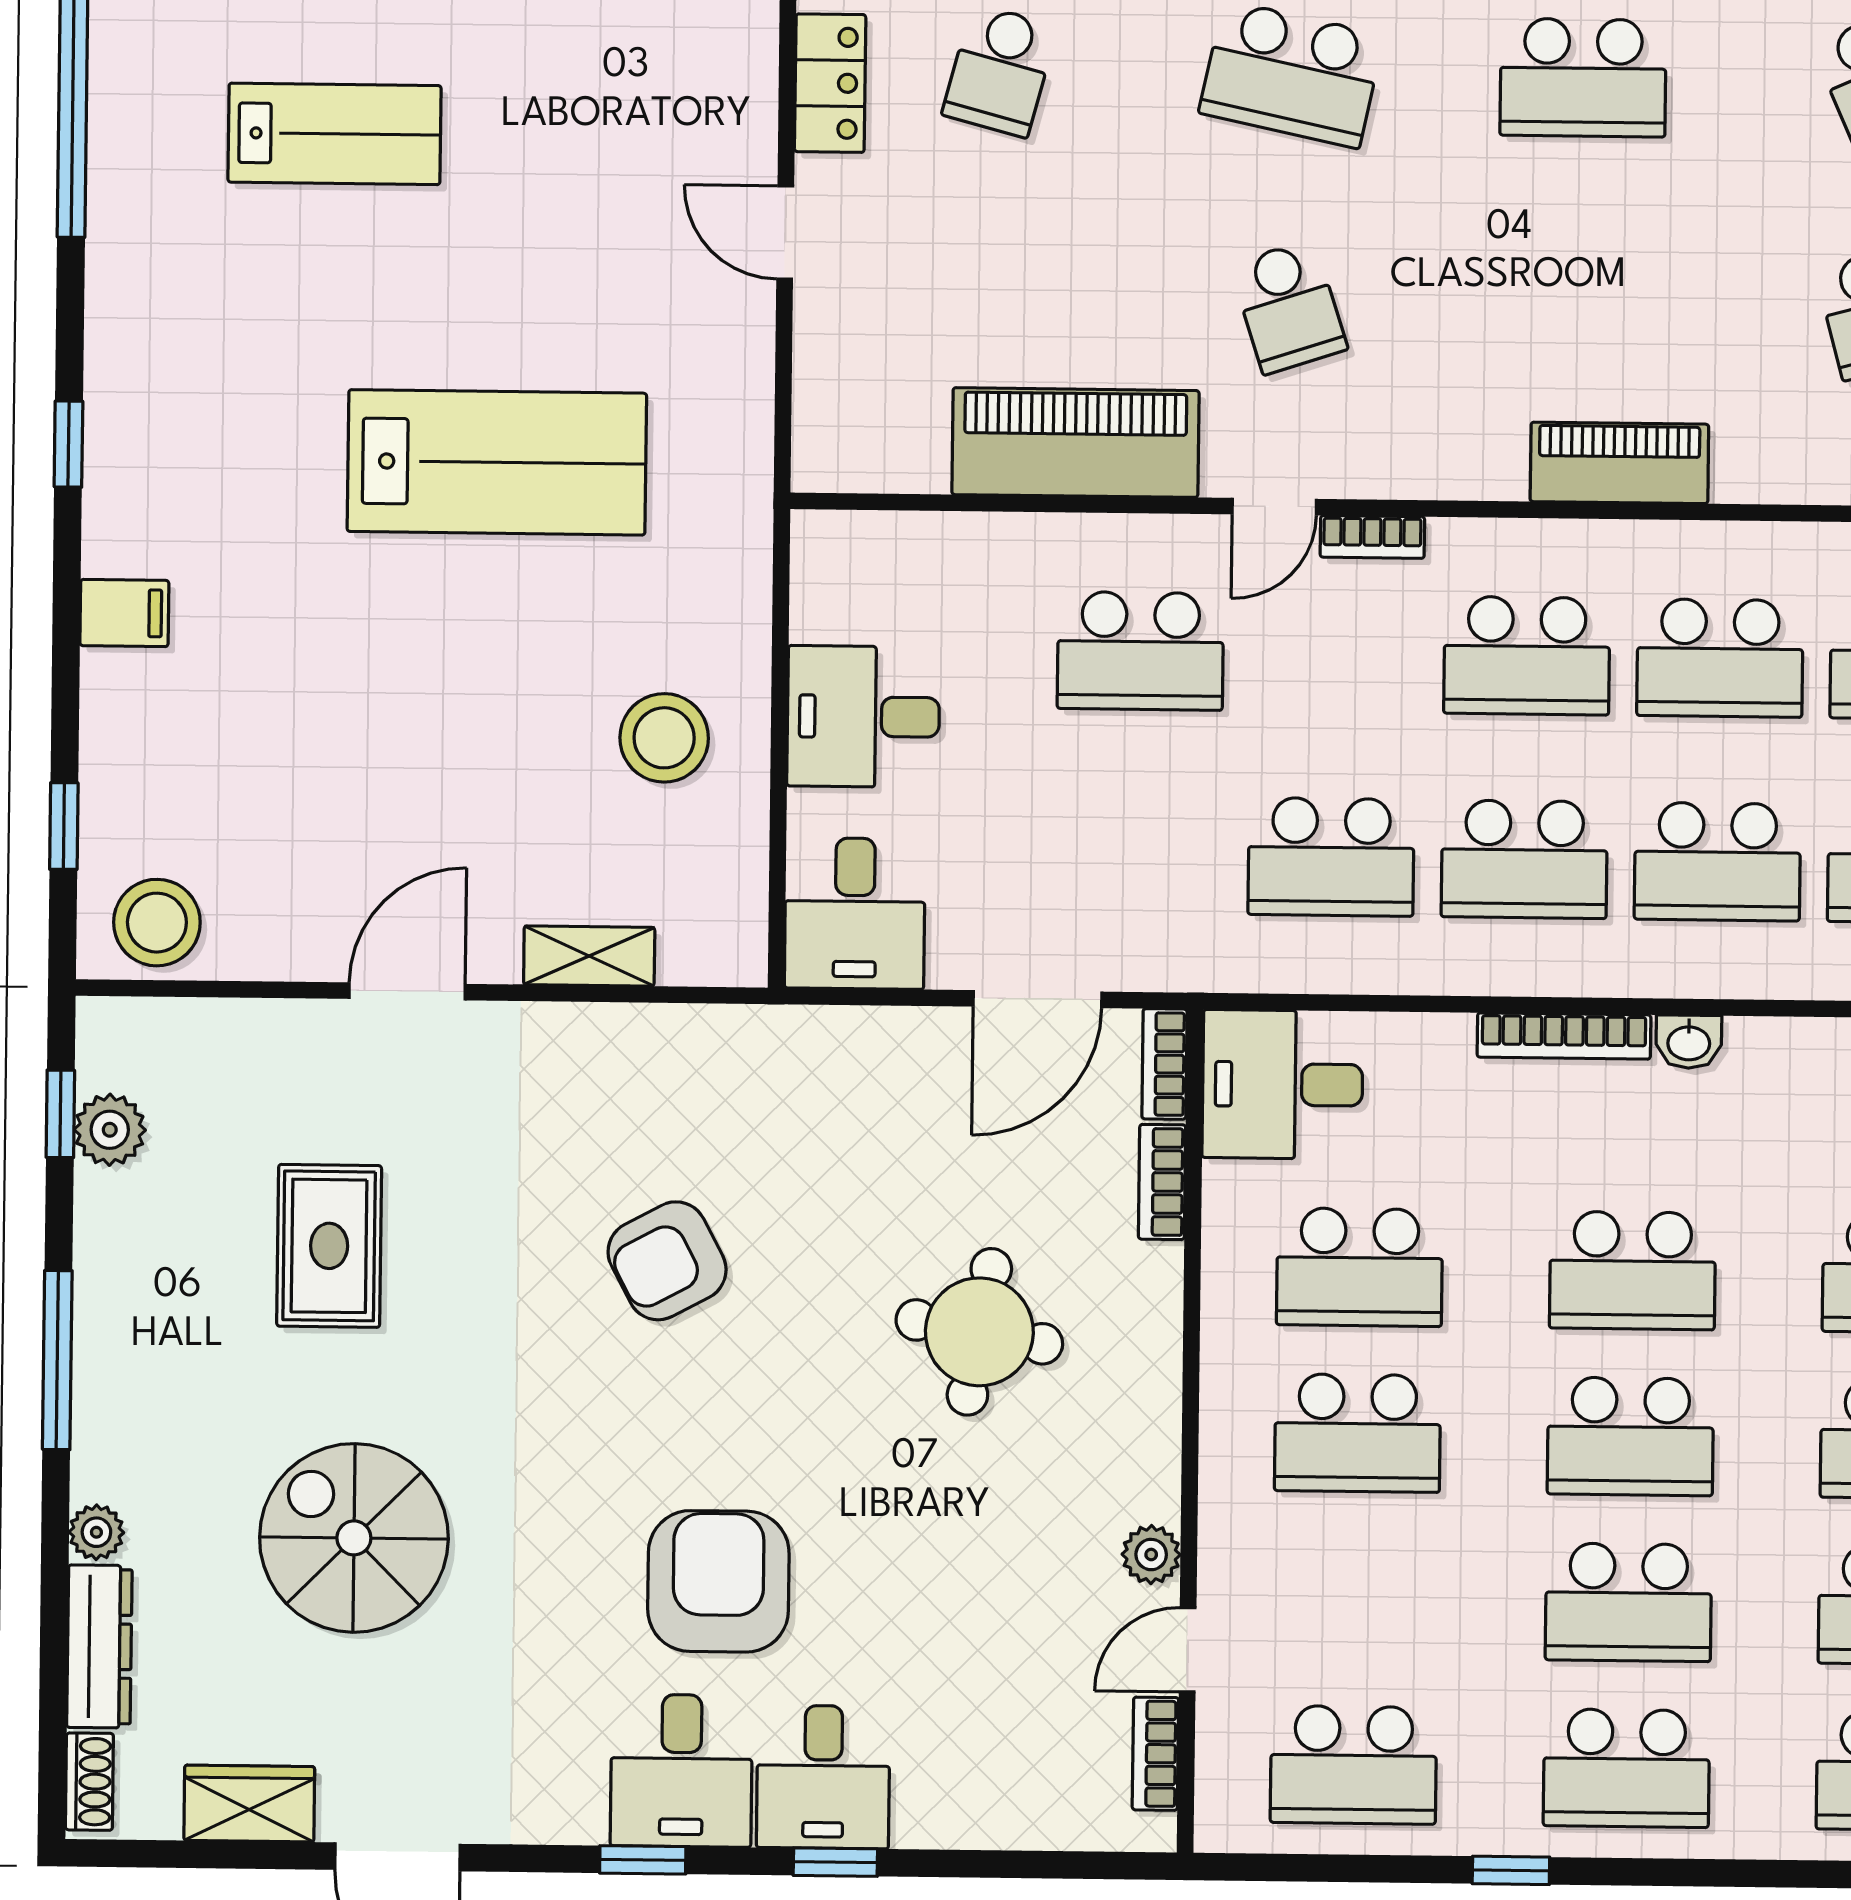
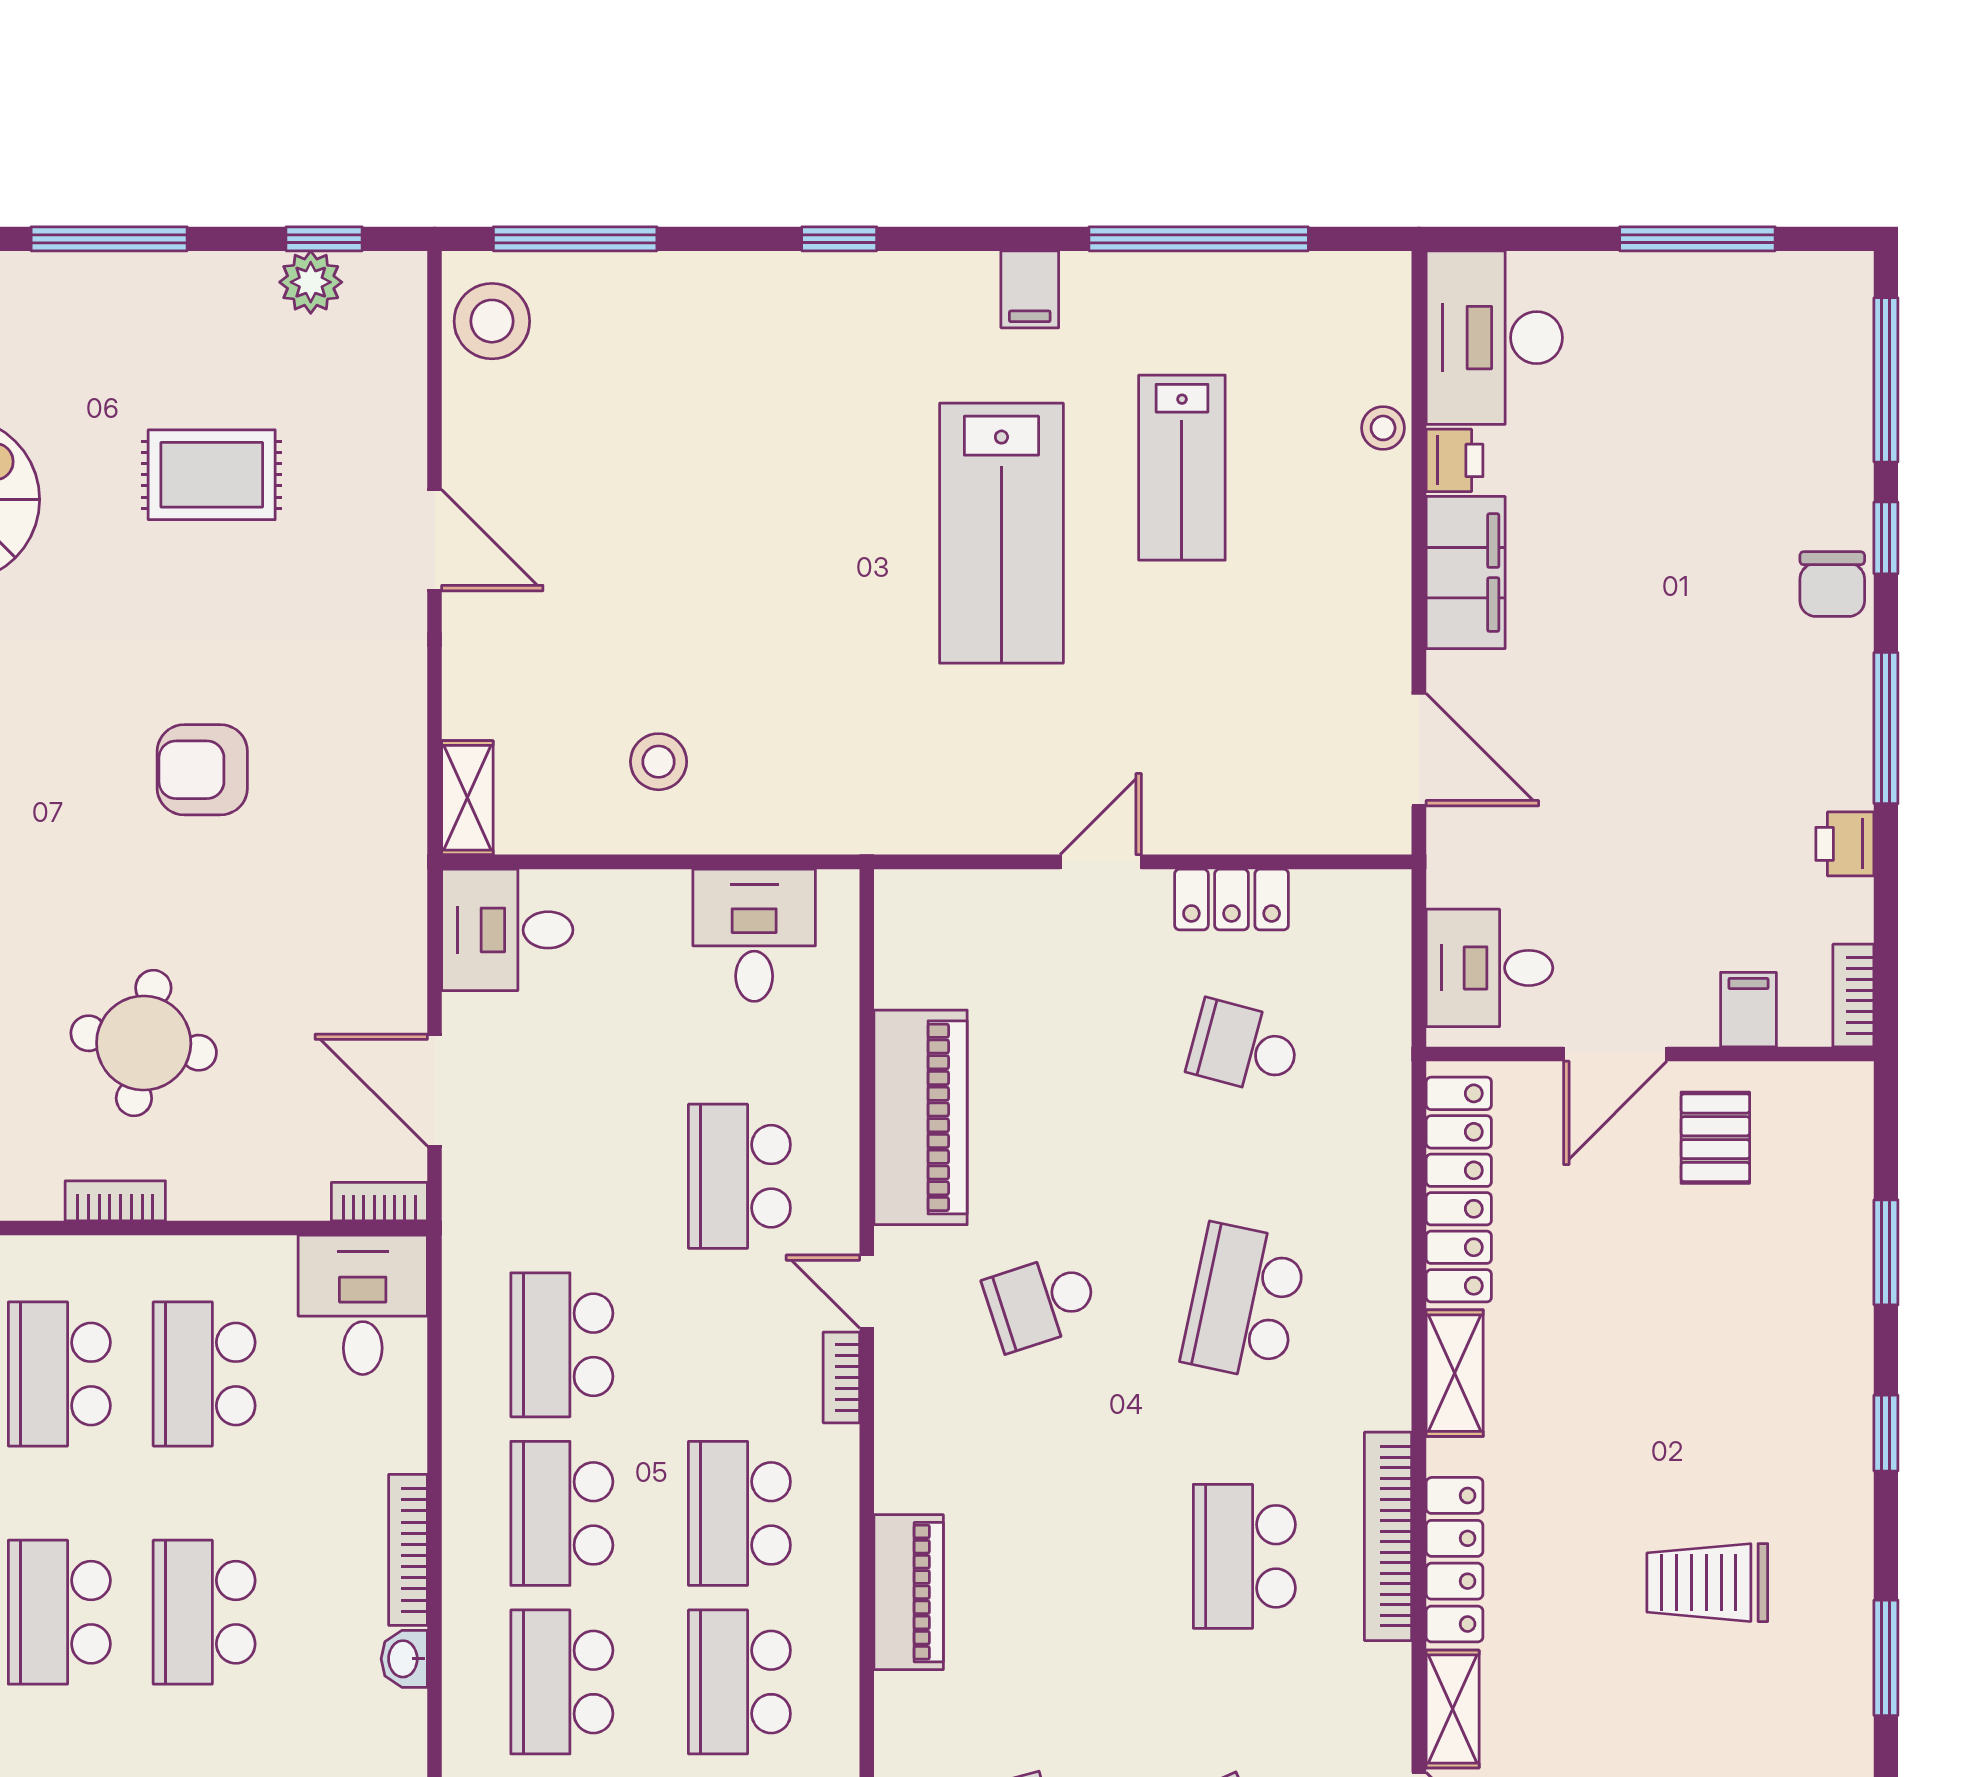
window: (68, 444) -> (839, 239), moved
lab bench: (497, 462) -> (1001, 533), moved
filing cabinet: (124, 613) -> (1030, 289), moved
desk: (863, 717) -> (754, 935), moved
stool: (664, 738) -> (659, 762), width x0.73, depth x0.73
window: (64, 826) -> (575, 239), width x2.17
shelving: (589, 956) -> (467, 798), moved
bookcase: (1162, 1182) -> (115, 1201), moved
armchair: (667, 1261) -> (202, 770), turned -62

